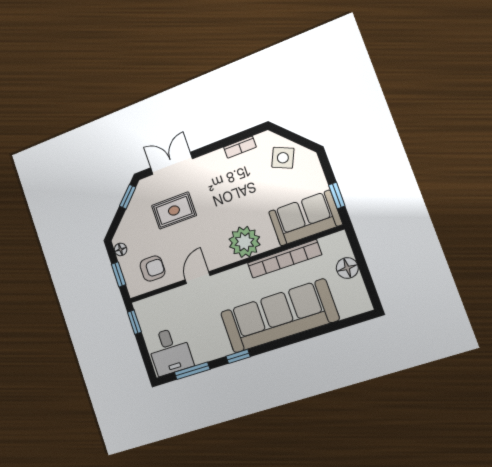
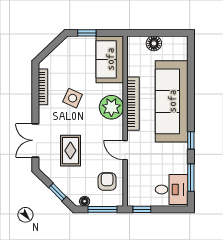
bookcase: (240, 147) -> (43, 87), width x1.56
side table: (283, 158) -> (73, 98), moved
window: (337, 196) -> (87, 33), moved
window: (128, 197) -> (58, 192), moved
bookcase: (284, 259) -> (133, 104), moved
window: (119, 274) -> (102, 209), width x1.50

